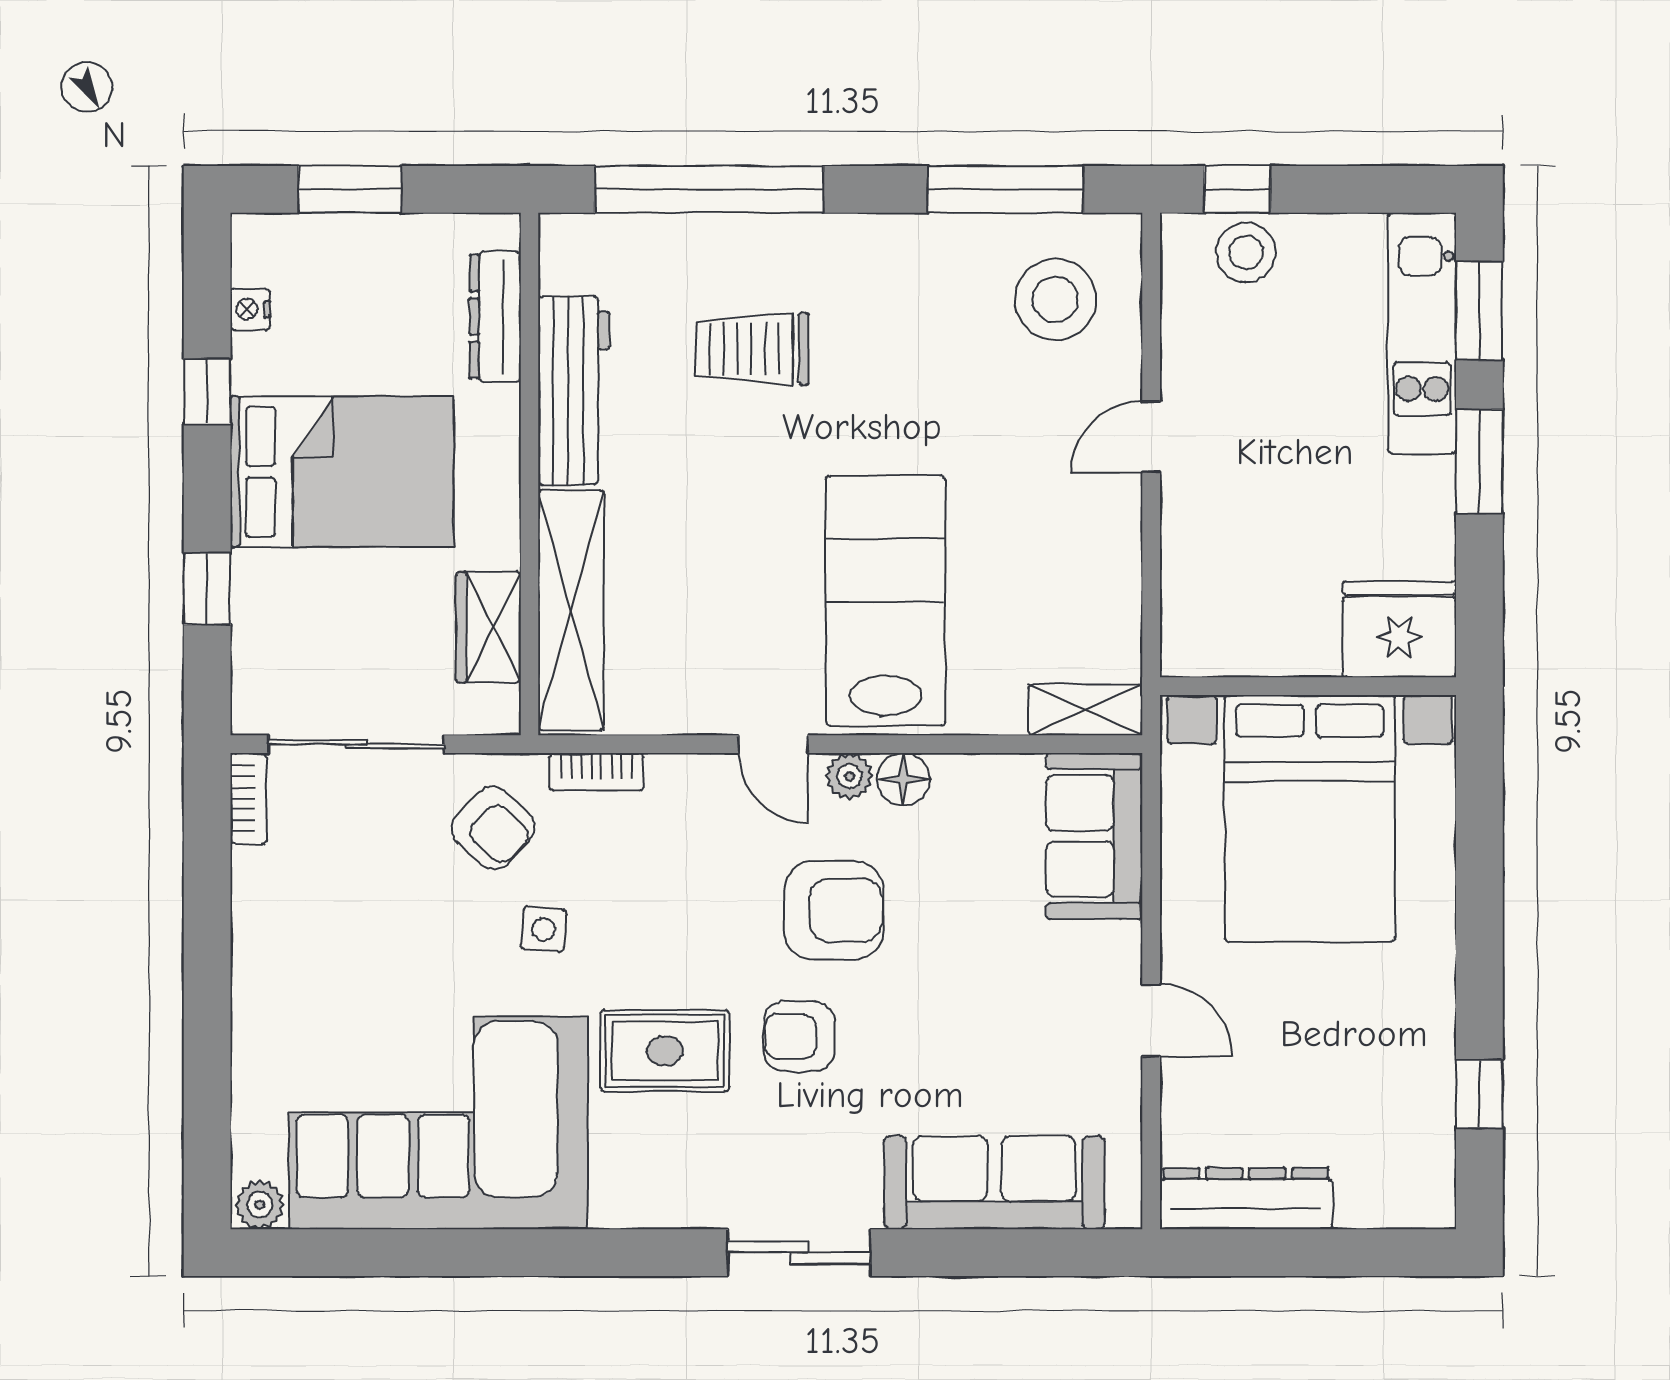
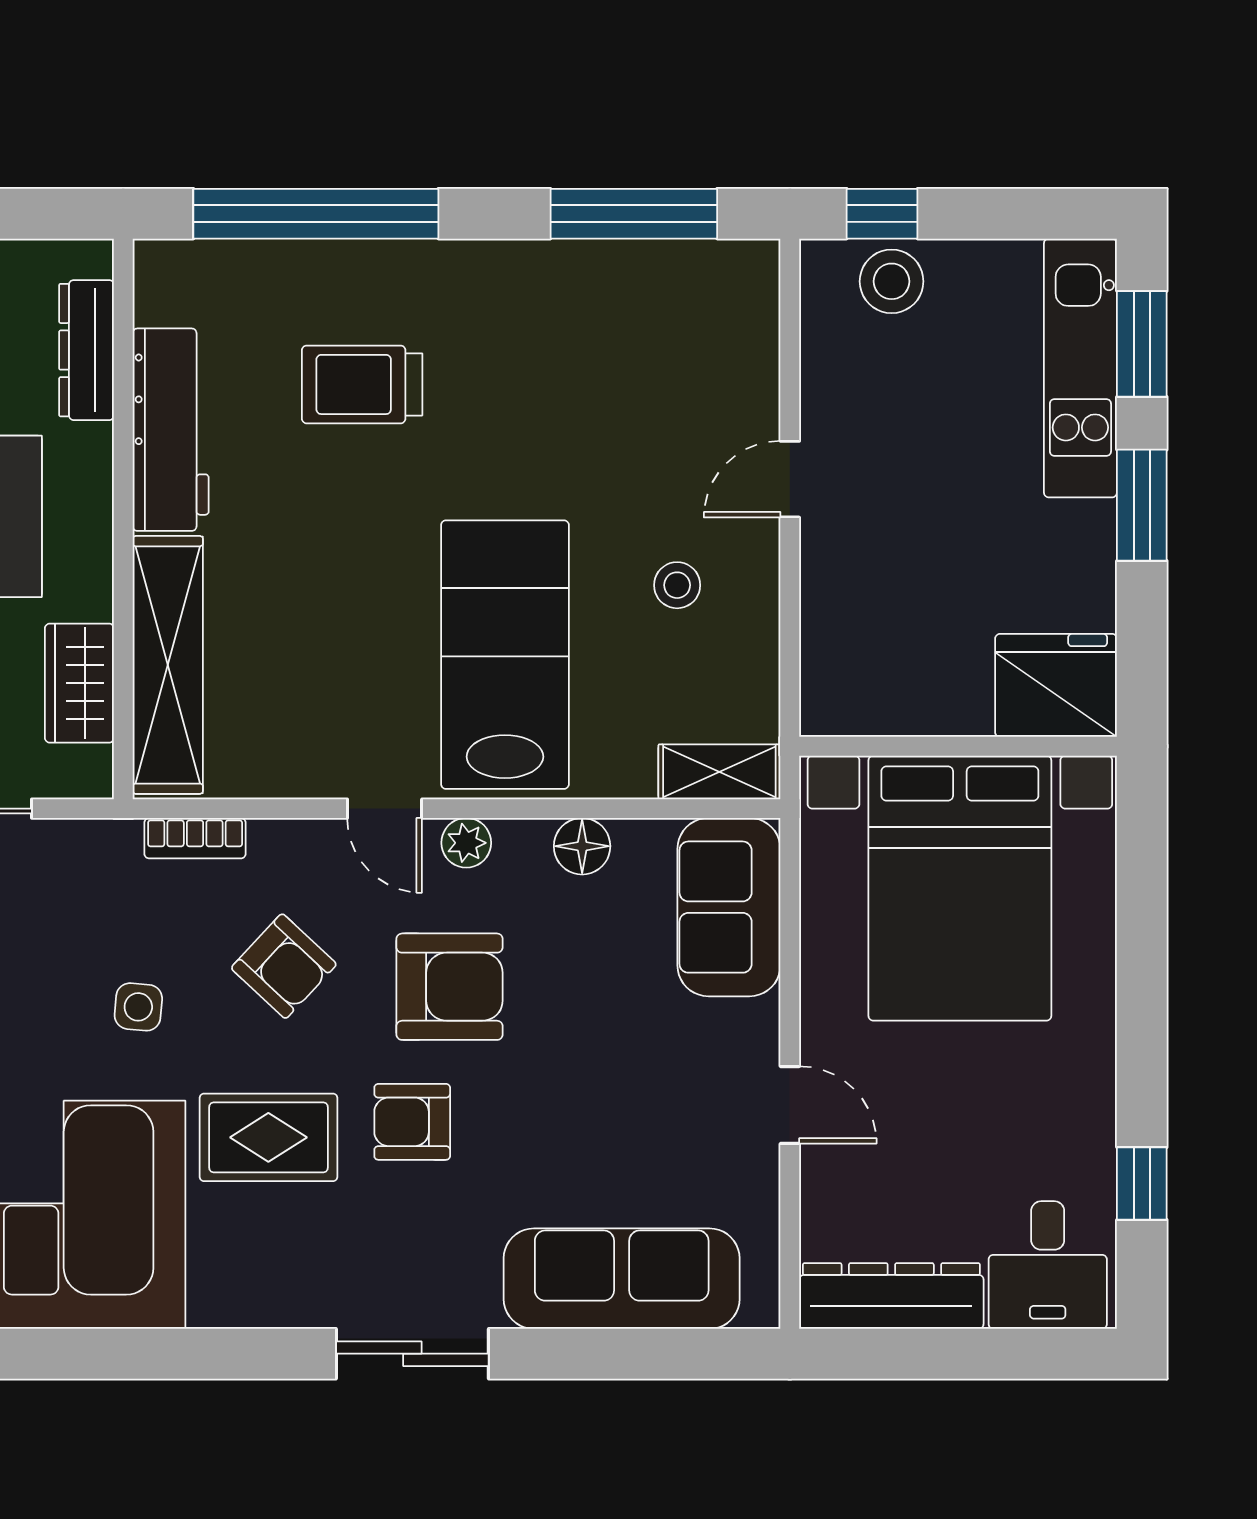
stool: (1055, 300) -> (677, 585), moved, width x0.53, depth x0.53
floor lamp: (904, 779) -> (582, 846), moved
armchair: (493, 828) -> (284, 966), moved
desk: (1392, 1170) -> (1048, 1265), added

